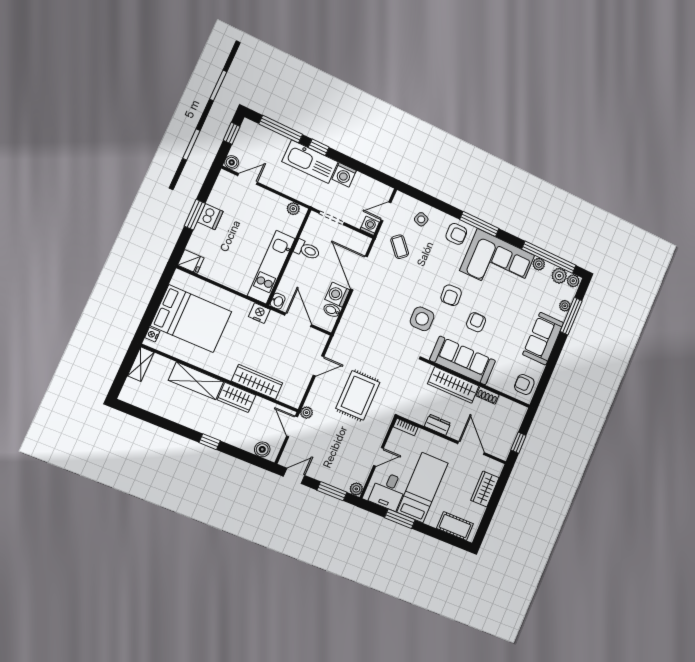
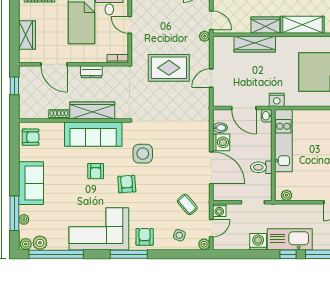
armchair: (456, 234) -> (145, 237), turned 90
plant: (539, 264) -> (204, 244), moved
rug: (358, 395) -> (169, 68), turned 90
door: (379, 457) -> (130, 25), hinge flipped

